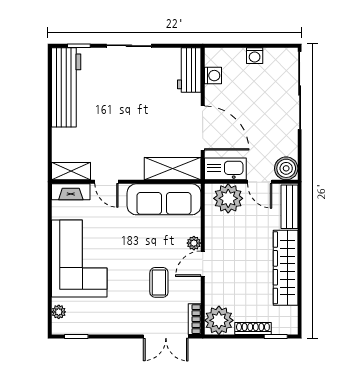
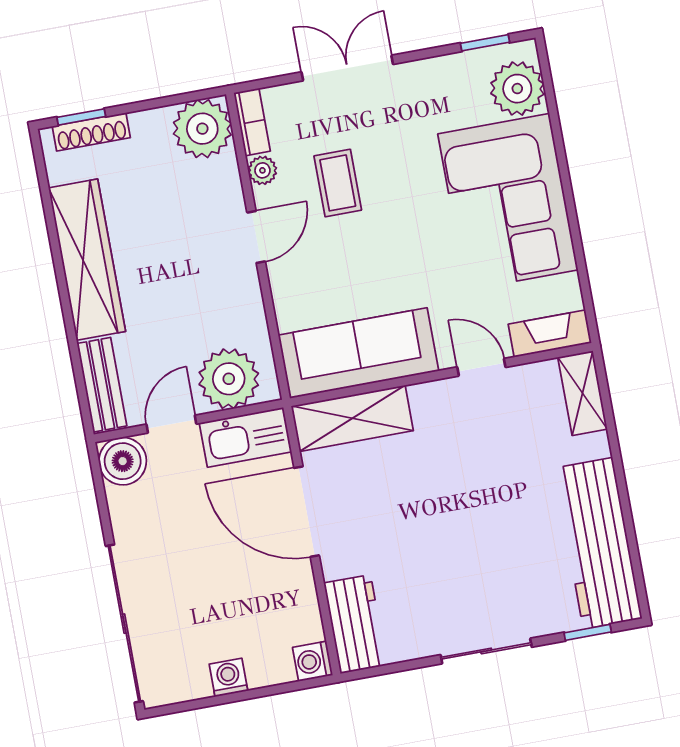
washing machine: (213, 76) -> (313, 661), moved
shelving: (71, 171) -> (582, 393), moved, turned 90
door: (260, 182) -> (171, 424), hinge flipped
plant: (194, 243) -> (262, 170), moved
plant: (59, 312) -> (517, 89), width x1.87, depth x1.87
shoe rack: (253, 328) -> (91, 132), moved
double door: (166, 337) -> (347, 68), moved

